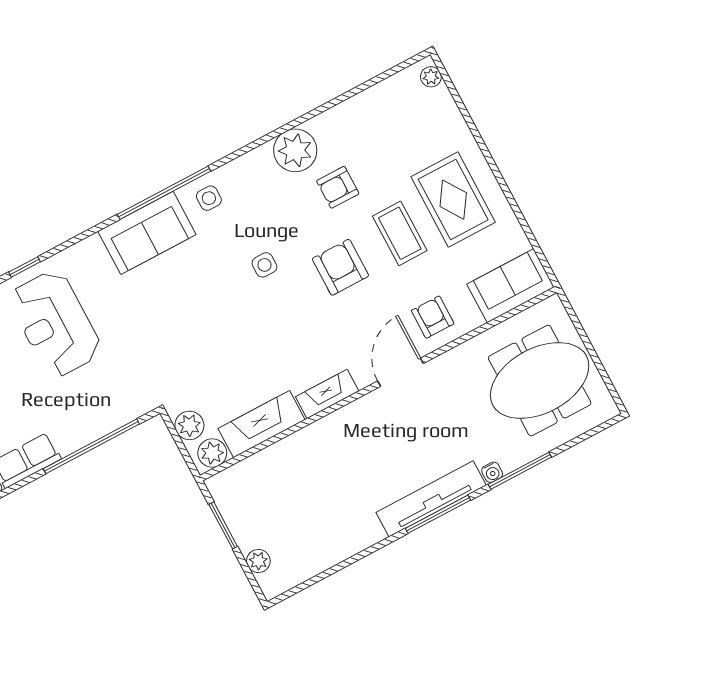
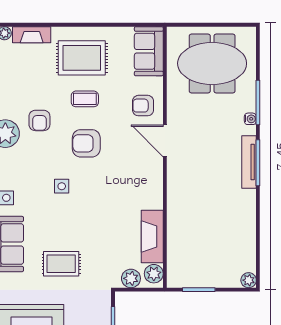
coffee table: (400, 233) -> (85, 99), width x0.73, depth x0.77
rug: (159, 320) -> (61, 264), added
meeting table: (540, 380) -> (212, 63), turned 90
fireplace: (327, 394) -> (32, 35), moved, turned -90
tv unit: (431, 499) -> (249, 162), width x0.73, depth x0.78
plant: (258, 561) -> (249, 280), moved

